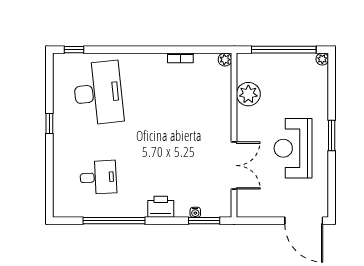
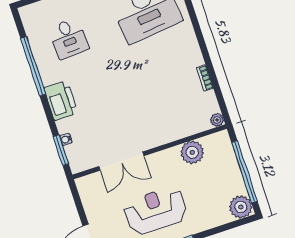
plant: (322, 59) -> (241, 207), width x1.87, depth x1.87
printer: (161, 207) -> (61, 100), width x1.37, depth x1.19

